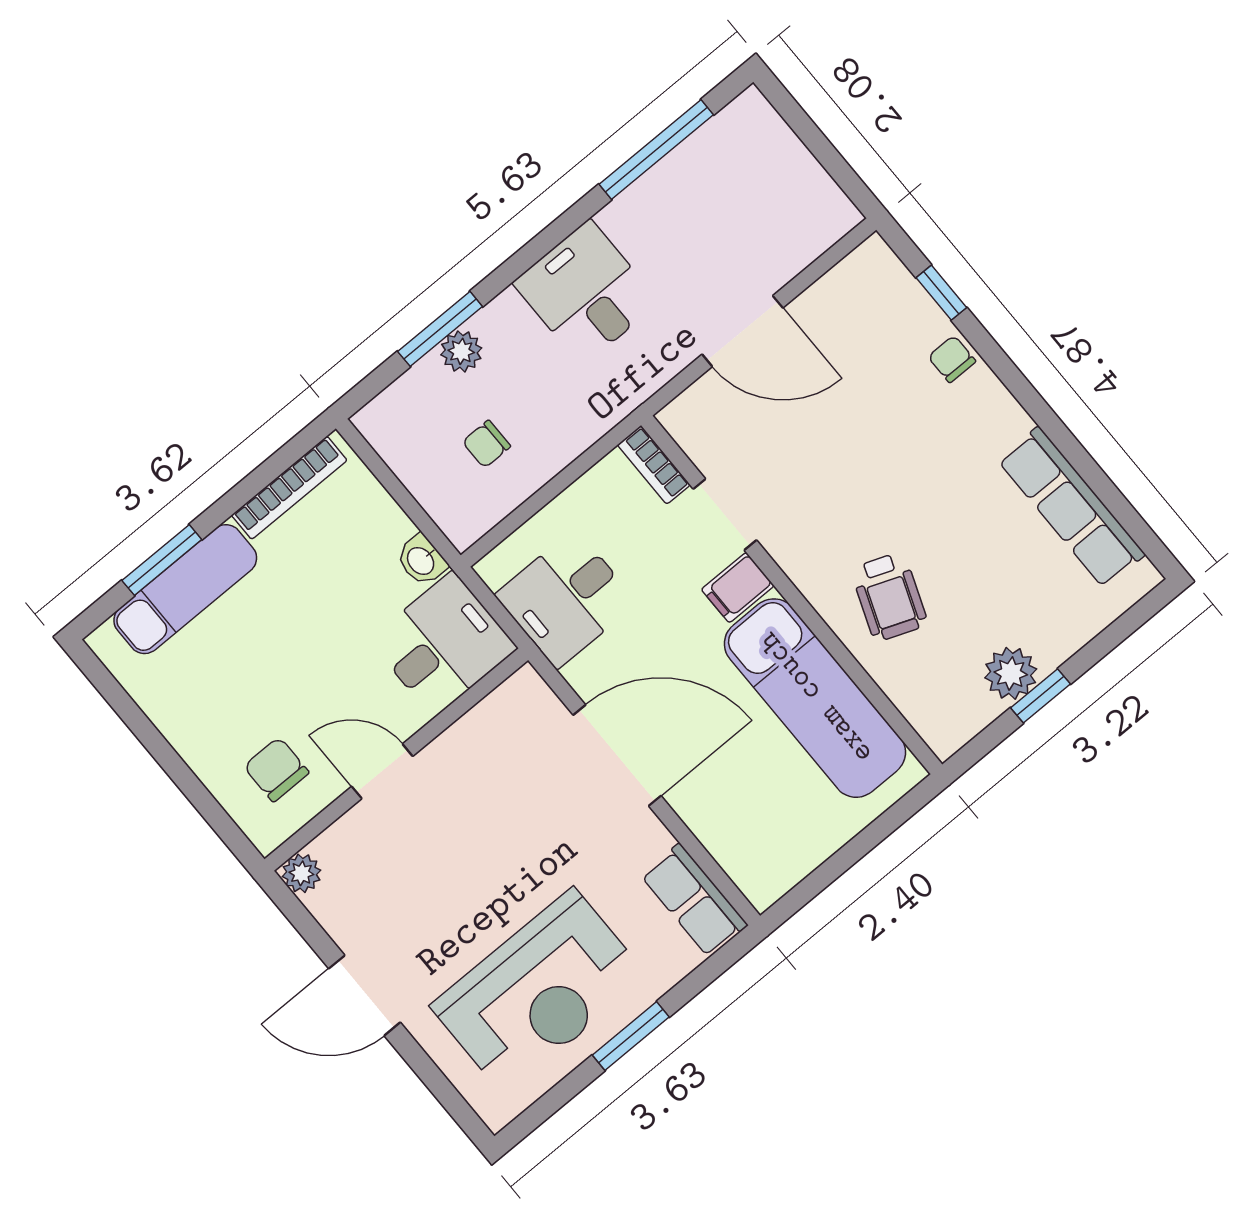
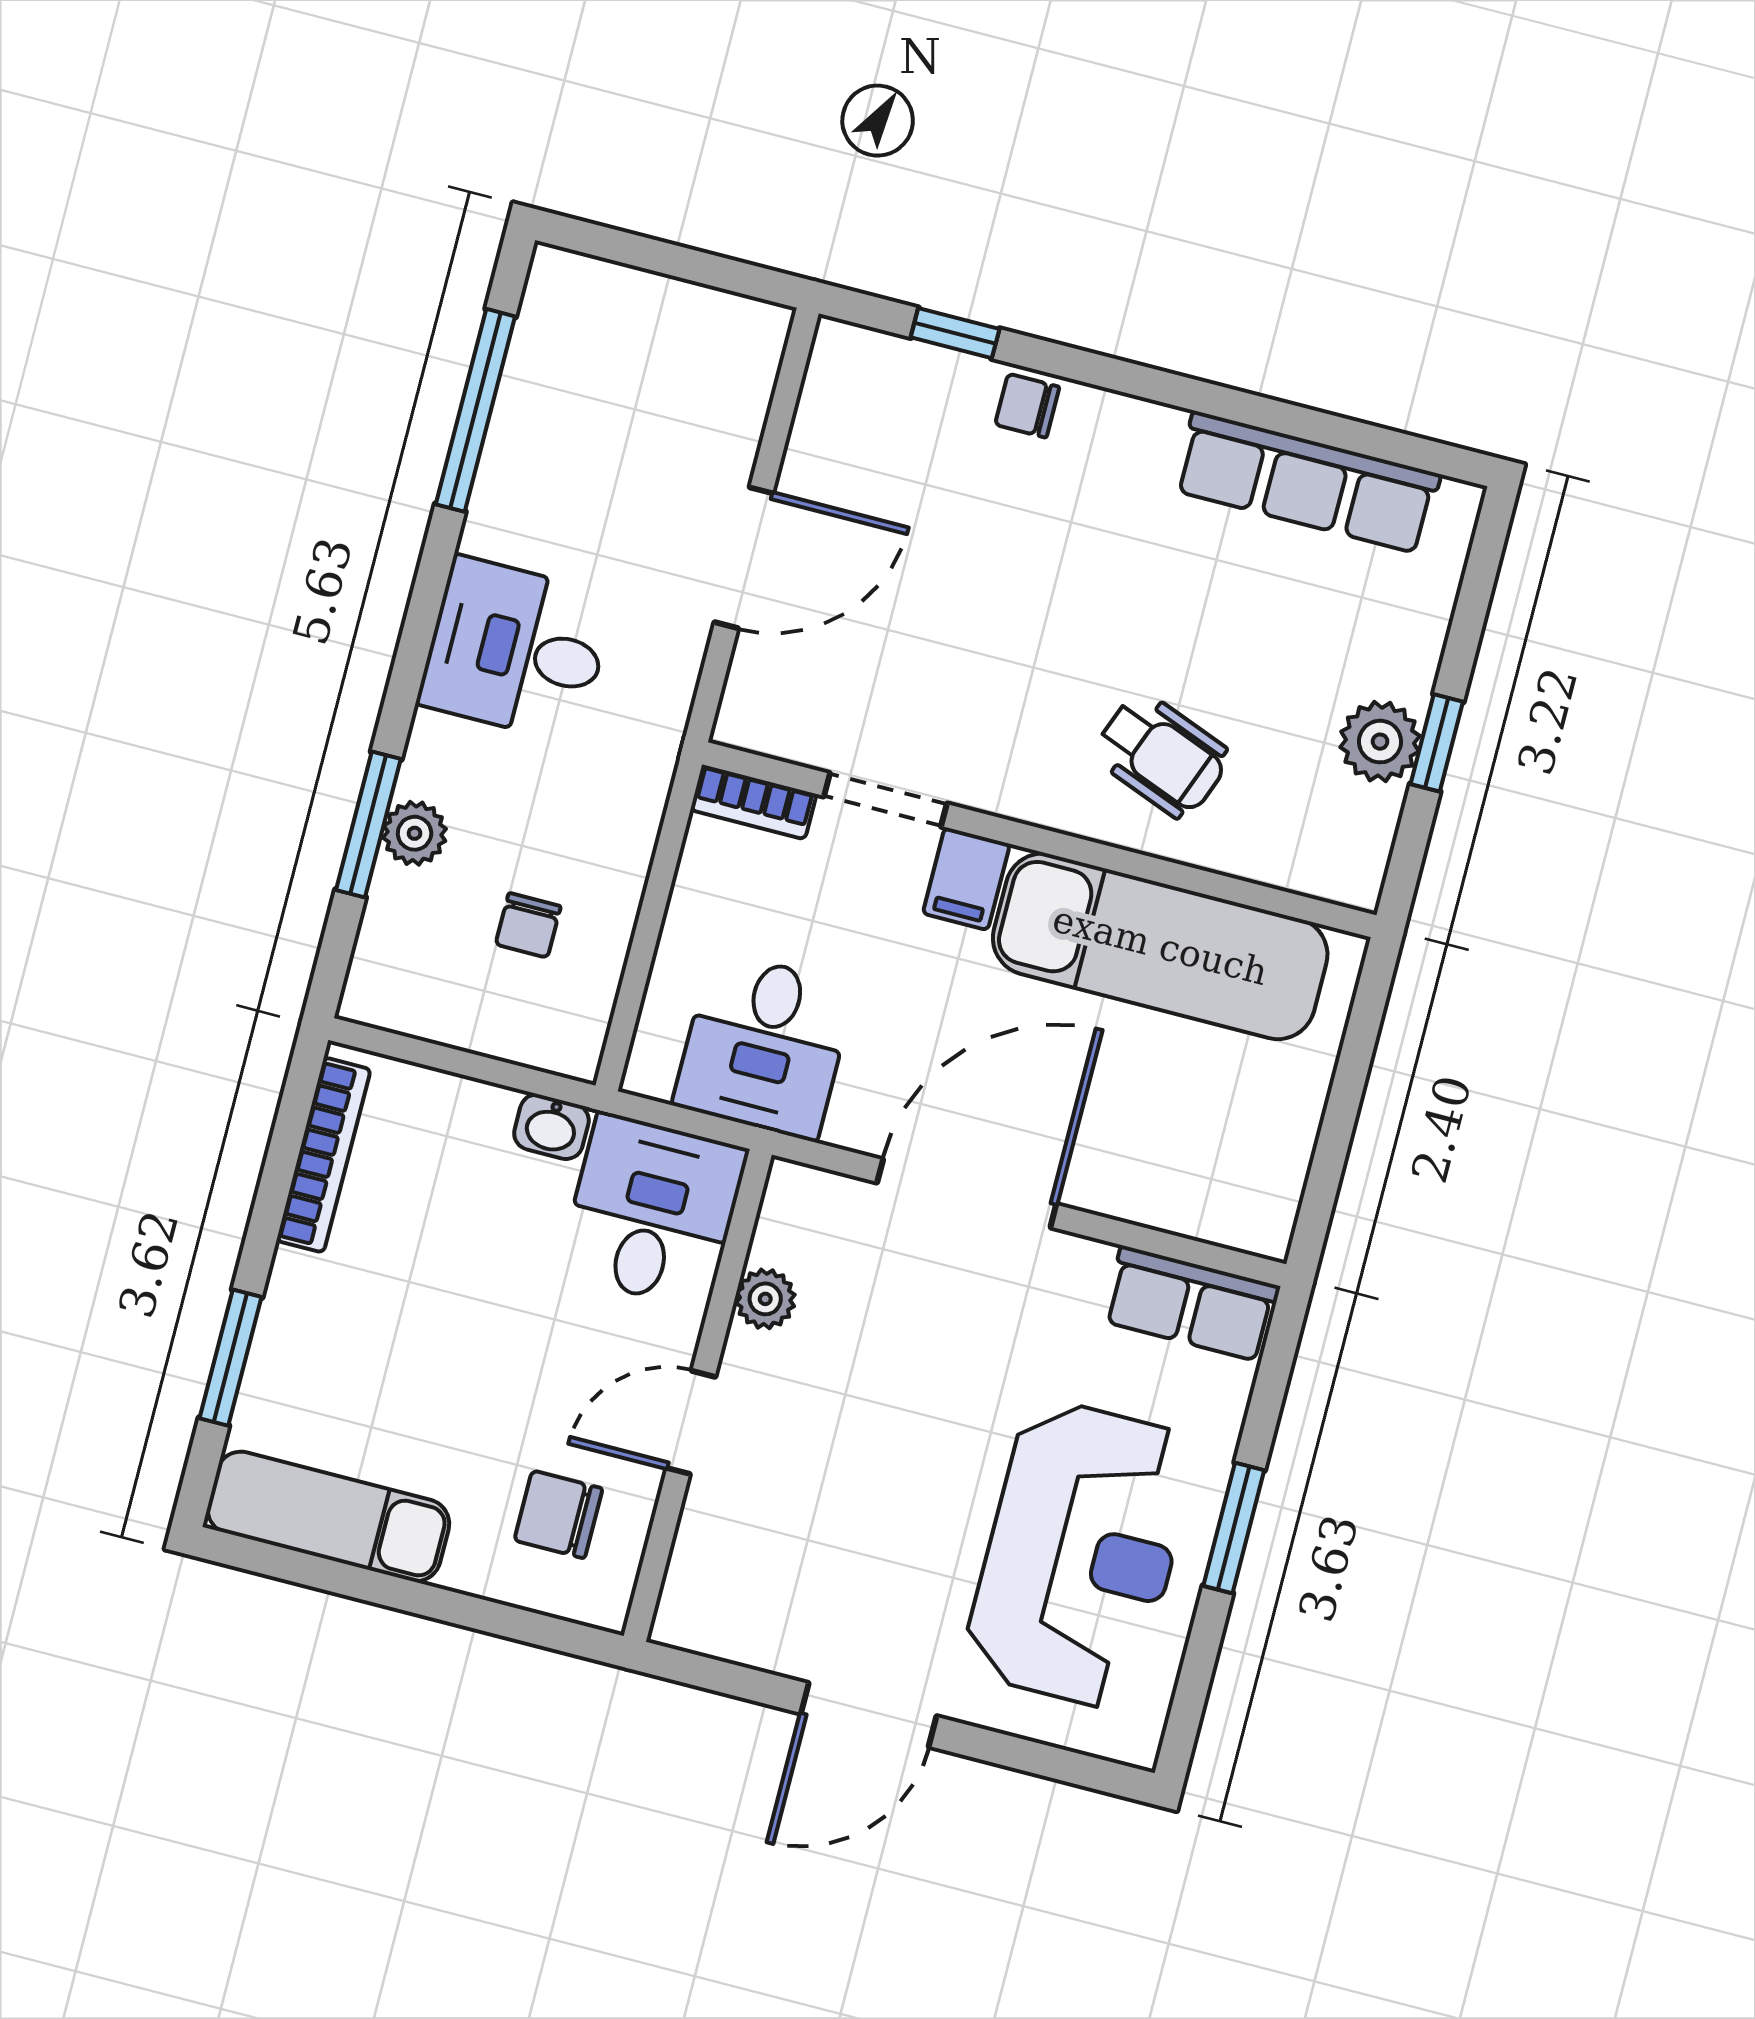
exam couch: (185, 589) -> (328, 1516), moved, turned -90
plant: (301, 873) -> (765, 1299), moved

